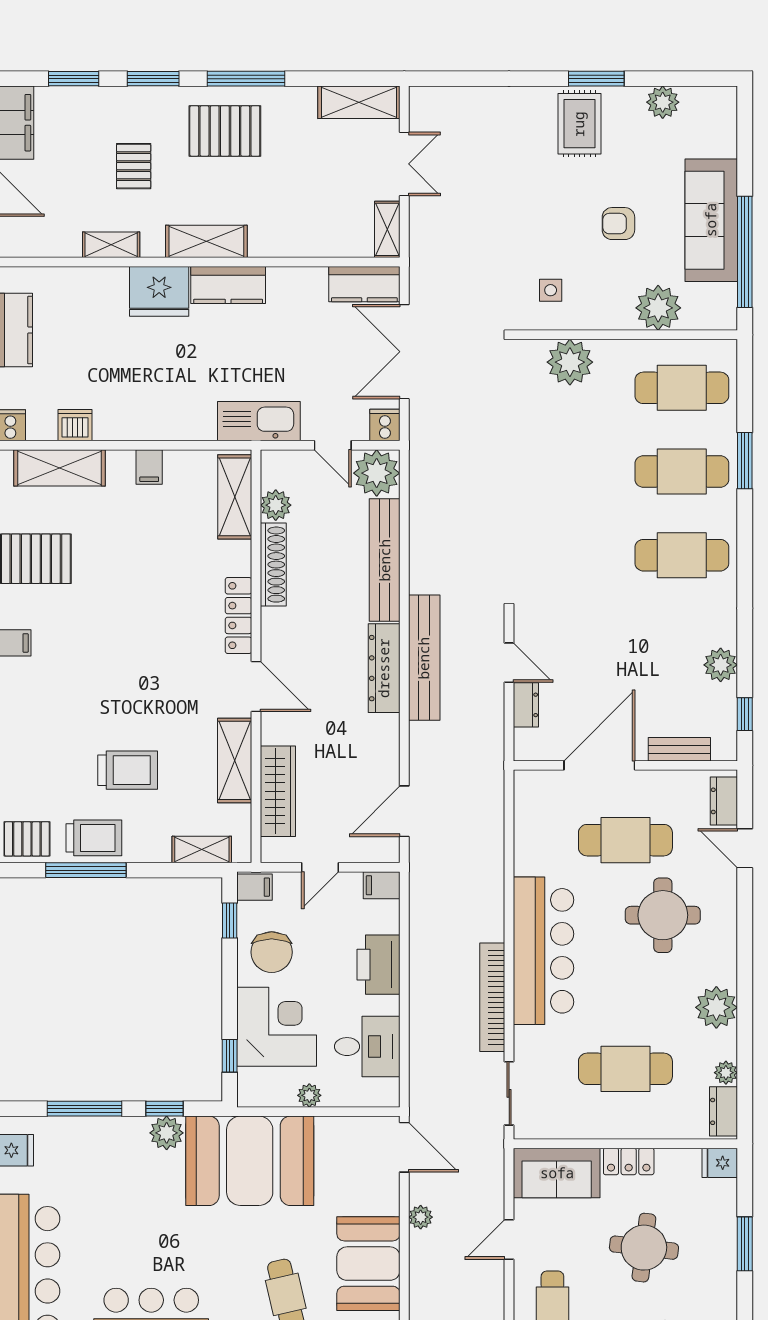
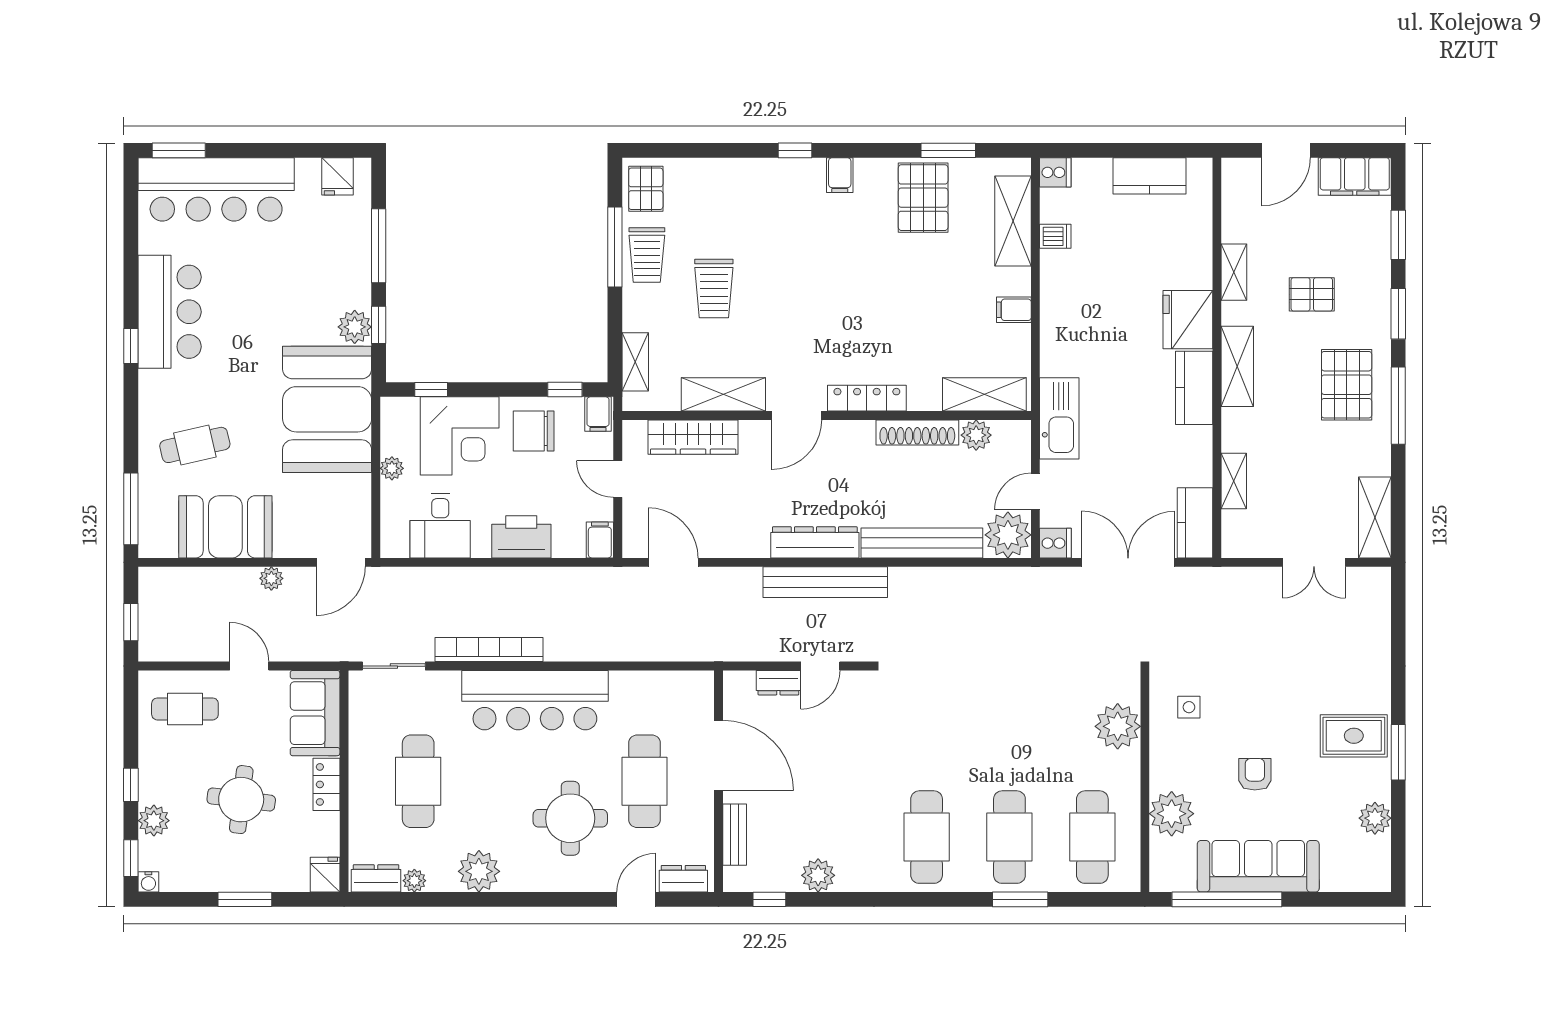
shelving: (387, 229) -> (1234, 481), moved, turned 90
dishwasher: (75, 425) -> (1055, 236), width x0.73

